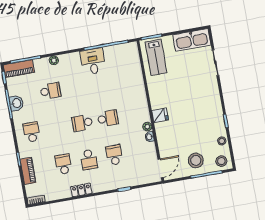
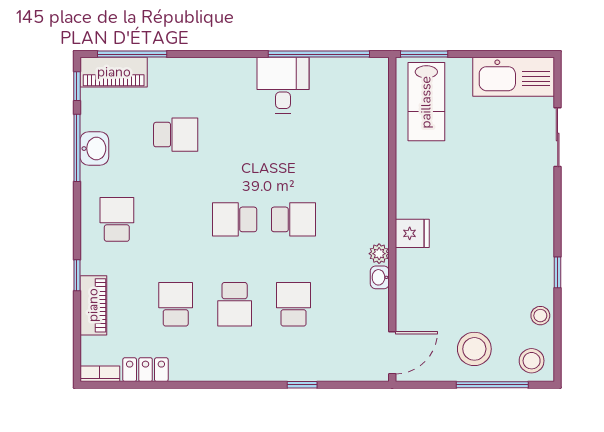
plant: (54, 60) -> (195, 67), removed
locker: (81, 190) -> (145, 370), moved

